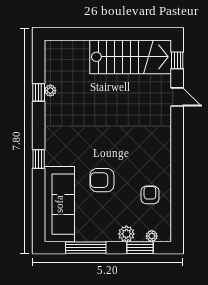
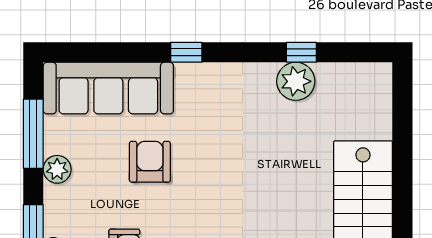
plant: (50, 91) -> (296, 81), width x1.87, depth x1.87
plant: (126, 234) -> (57, 169), moved

